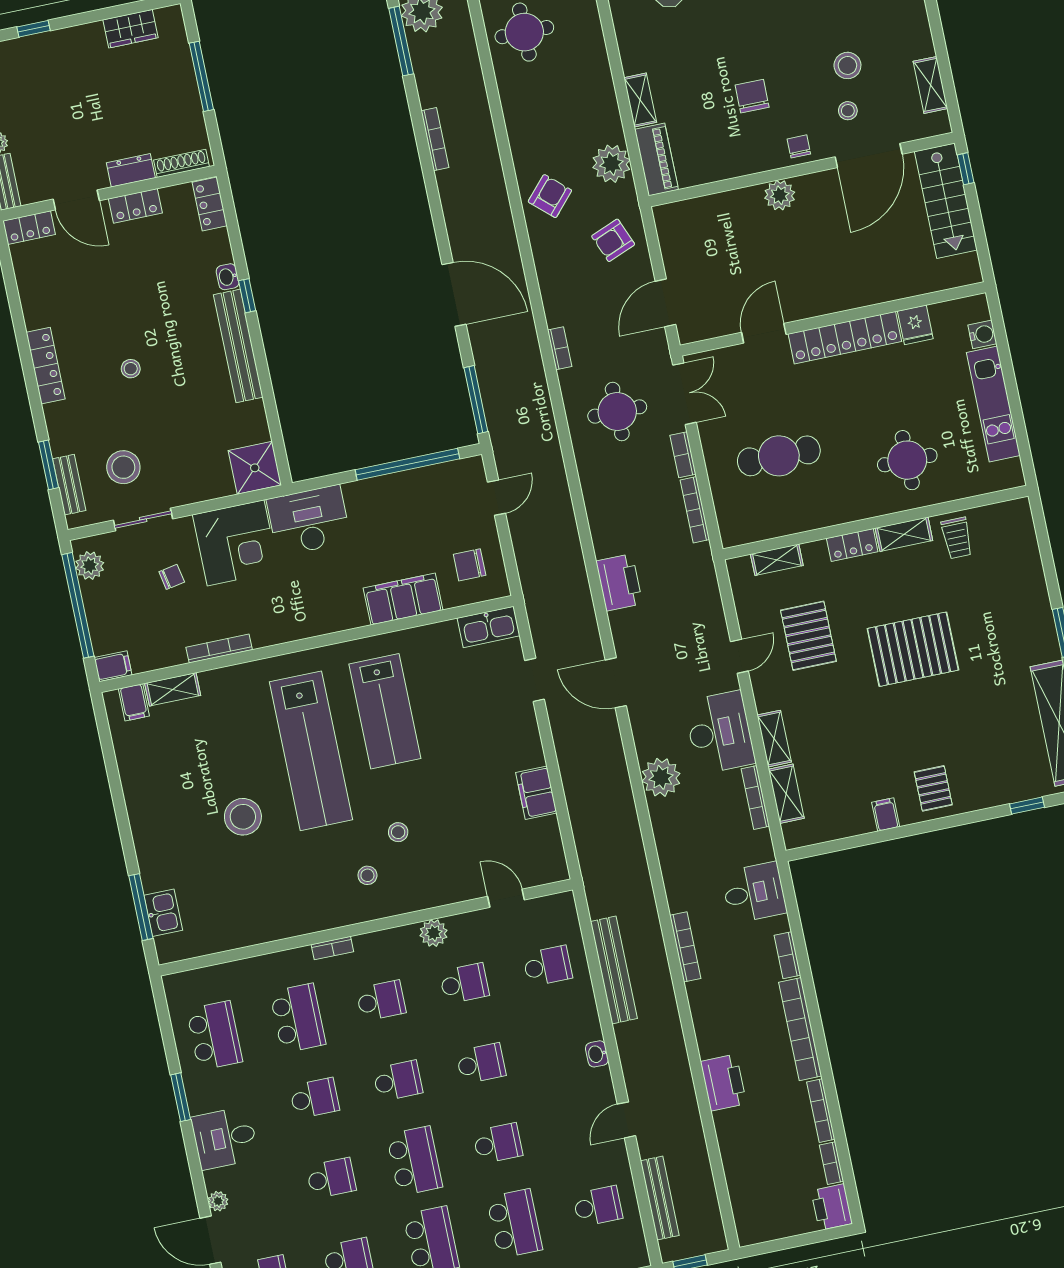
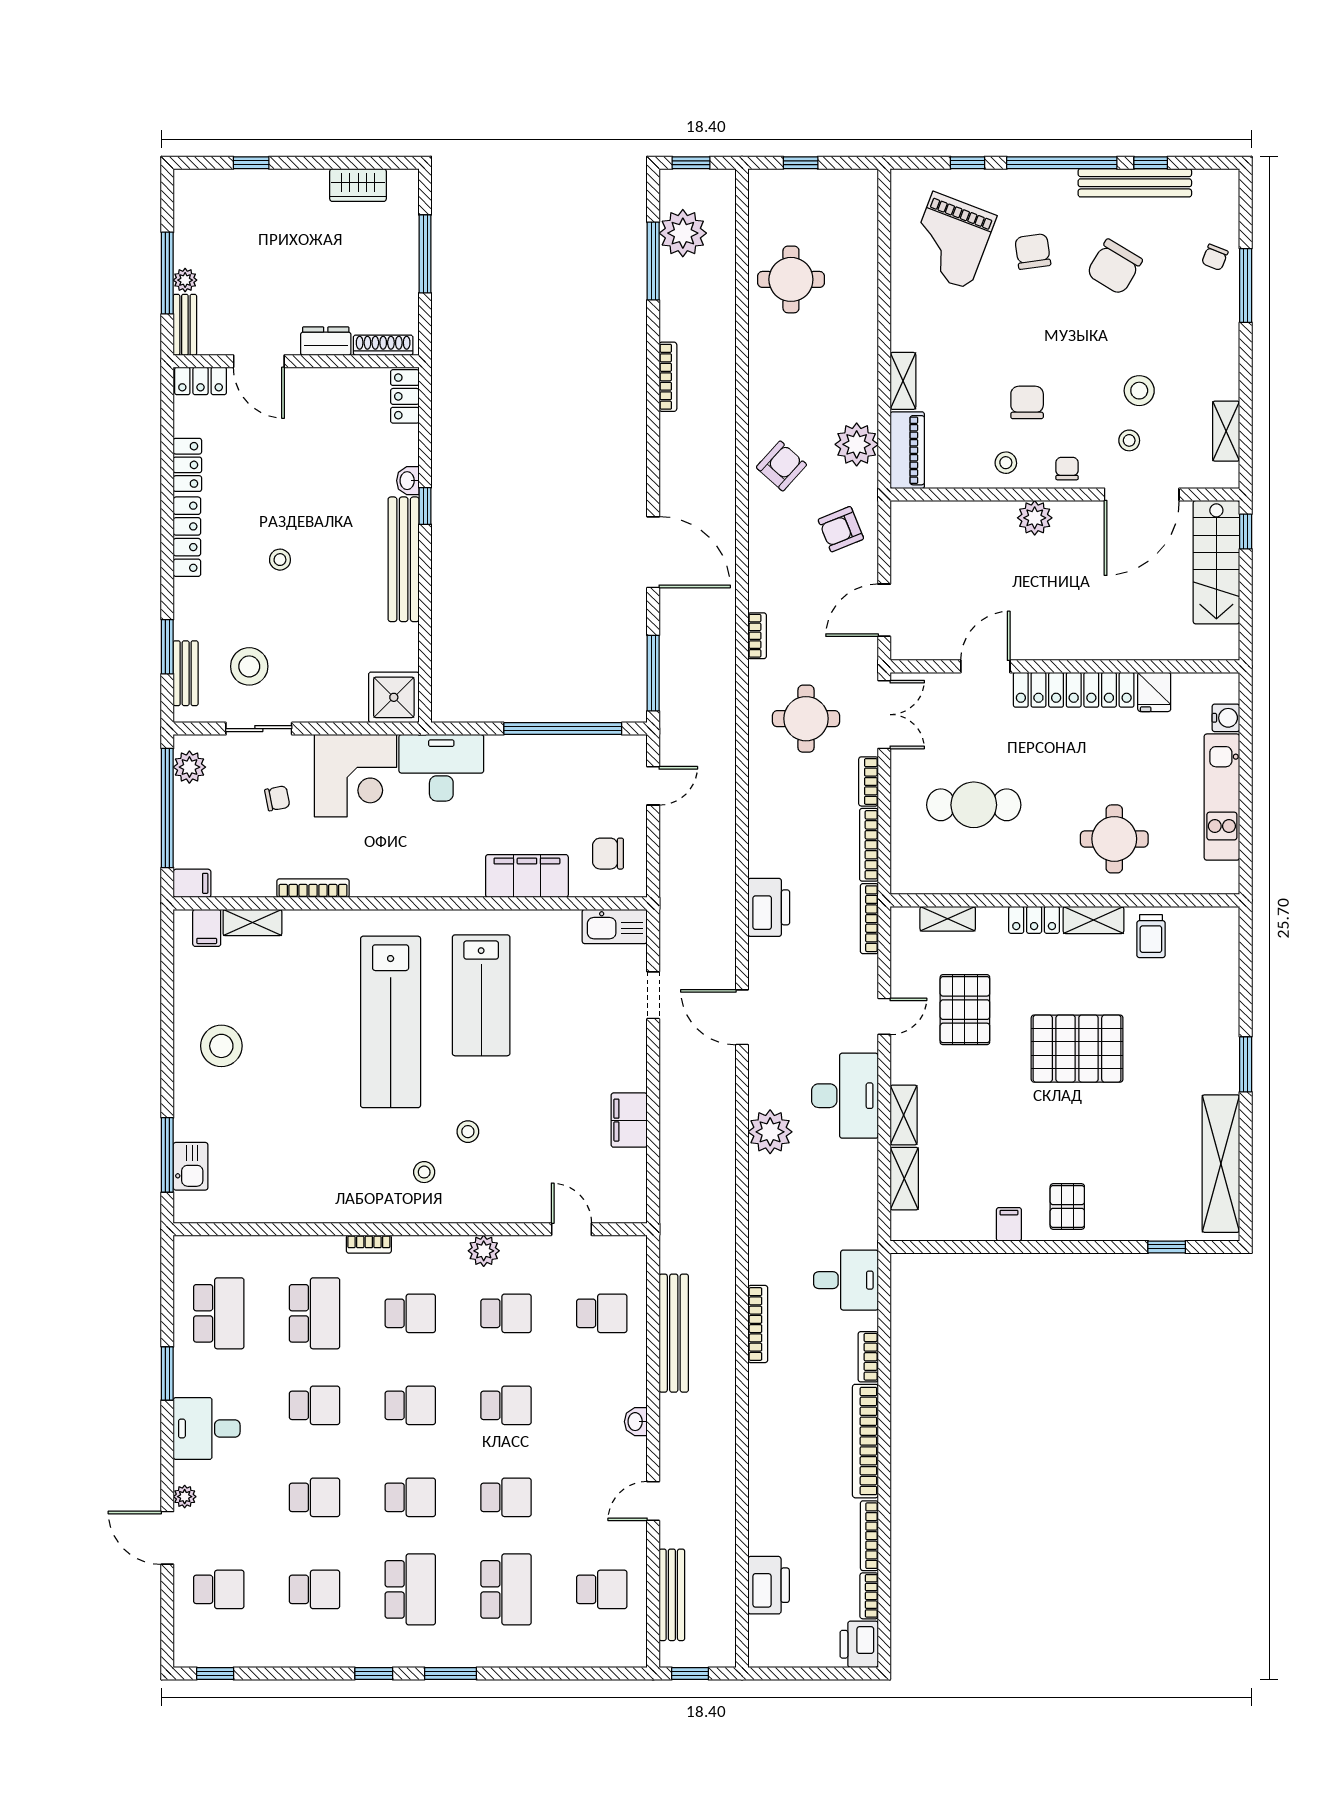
stool: (745, 152) -> (1006, 463), added
locker: (135, 206) -> (187, 465), moved, turned -90
bookcase: (755, 797) -> (869, 919), moved
stool: (243, 817) -> (221, 1046), moved
printer: (723, 1083) -> (769, 1585), moved
school desk: (414, 1161) -> (410, 1497), width x0.54

